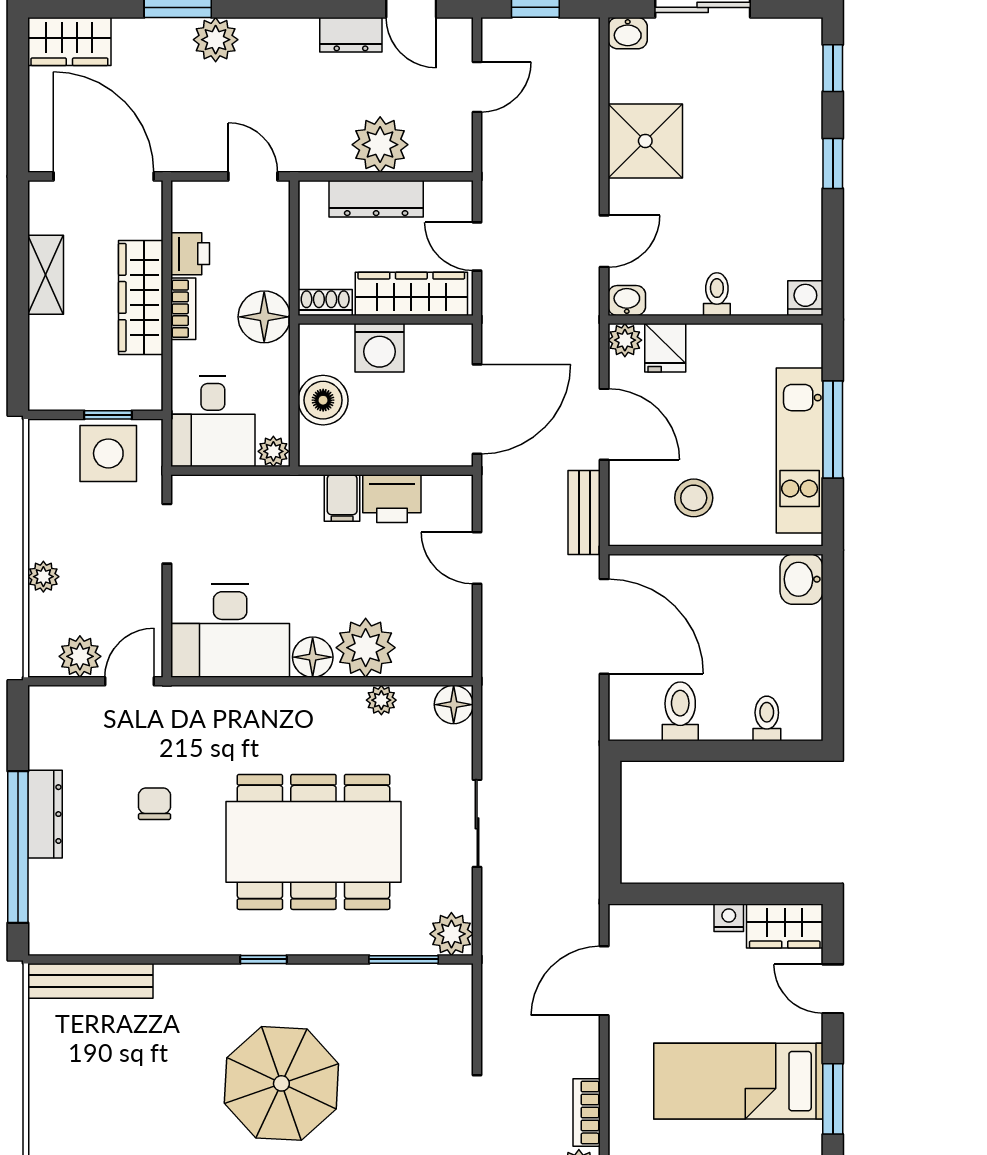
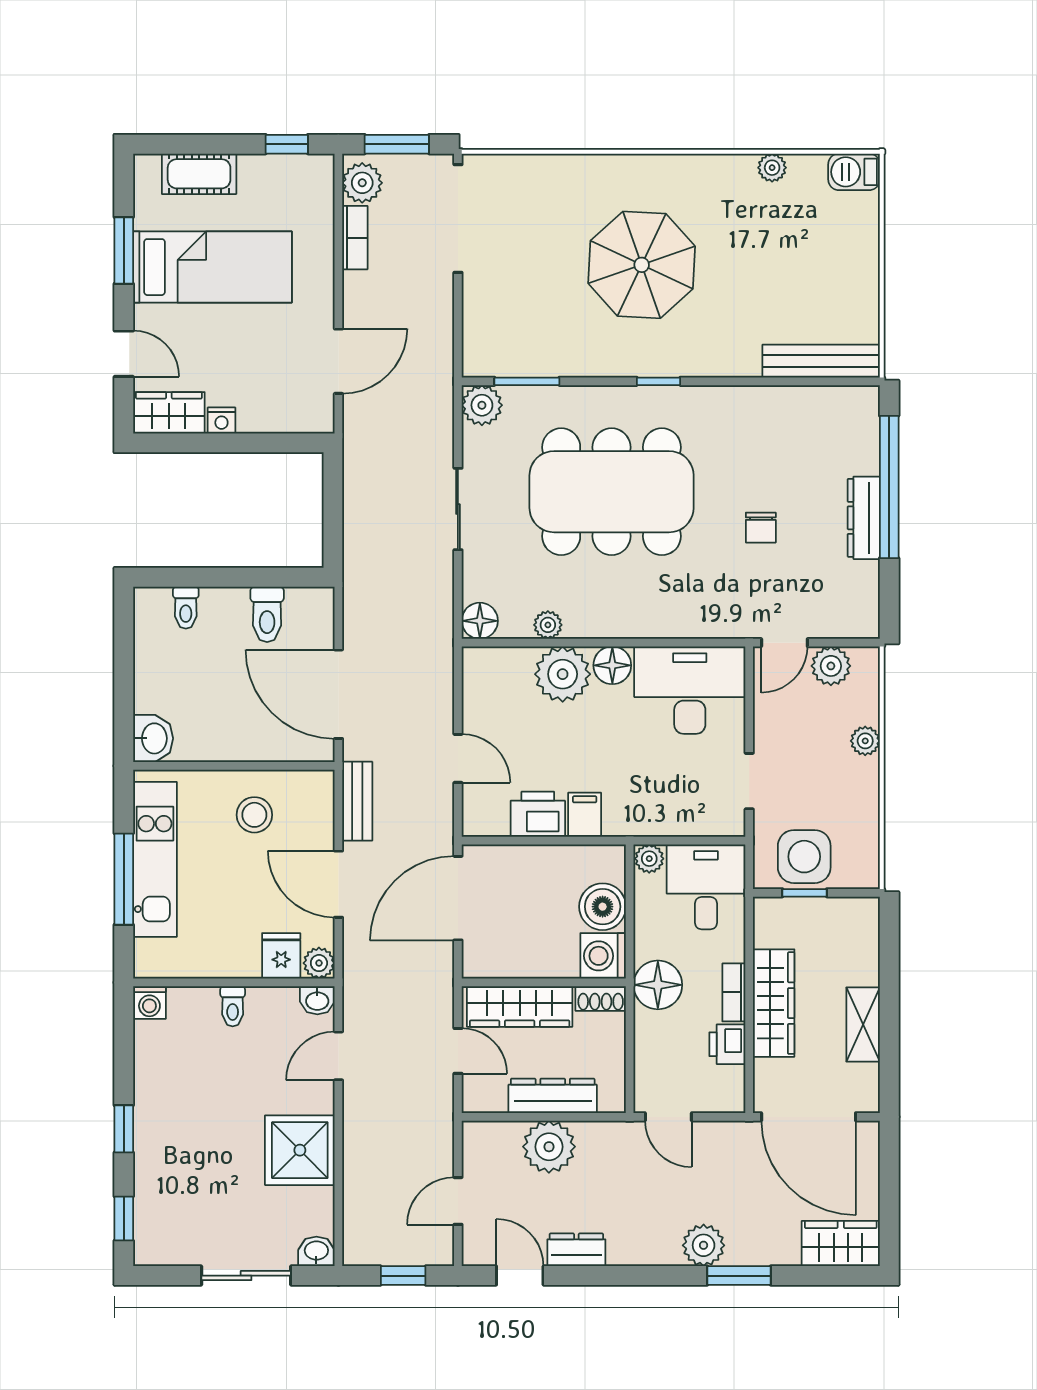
washing machine: (380, 348) -> (603, 956), moved, turned -90

